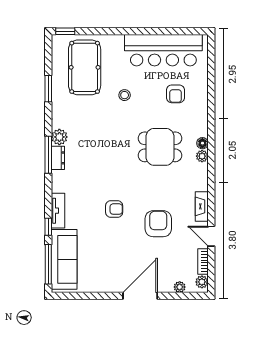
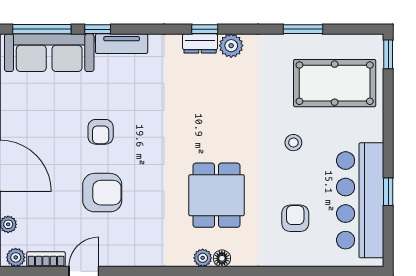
window: (158, 31) -> (388, 192), added
armchair: (175, 94) -> (295, 218), turned 90
window: (48, 155) -> (205, 29), width x0.46
fireplace: (202, 206) -> (128, 257), removed
armchair: (114, 209) -> (101, 132), moved

